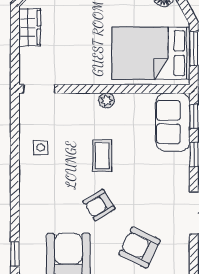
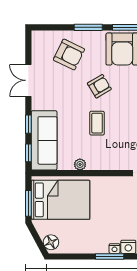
plant: (106, 100) -> (80, 164), moved
sofa: (173, 122) -> (44, 140), width x1.36

